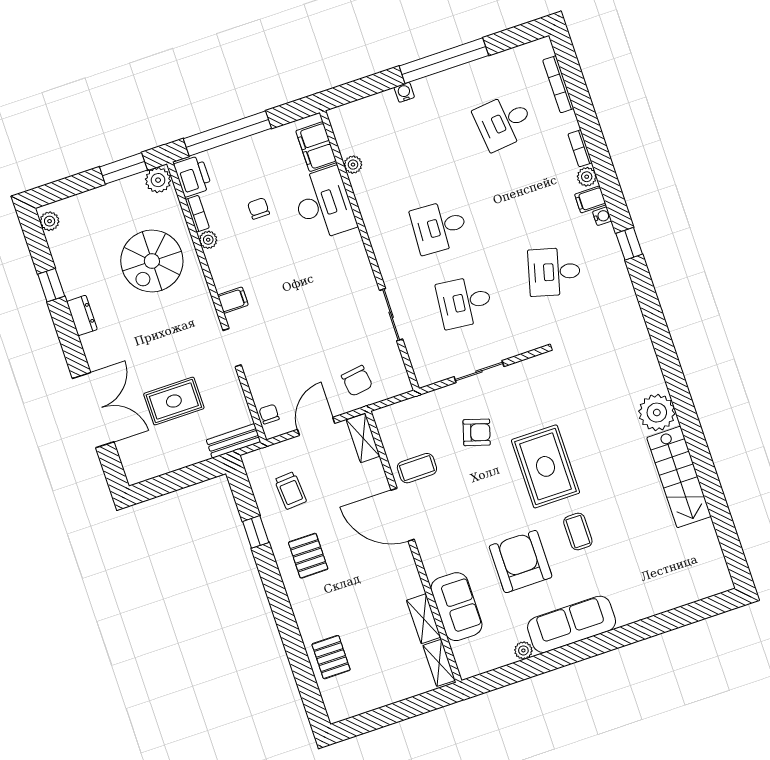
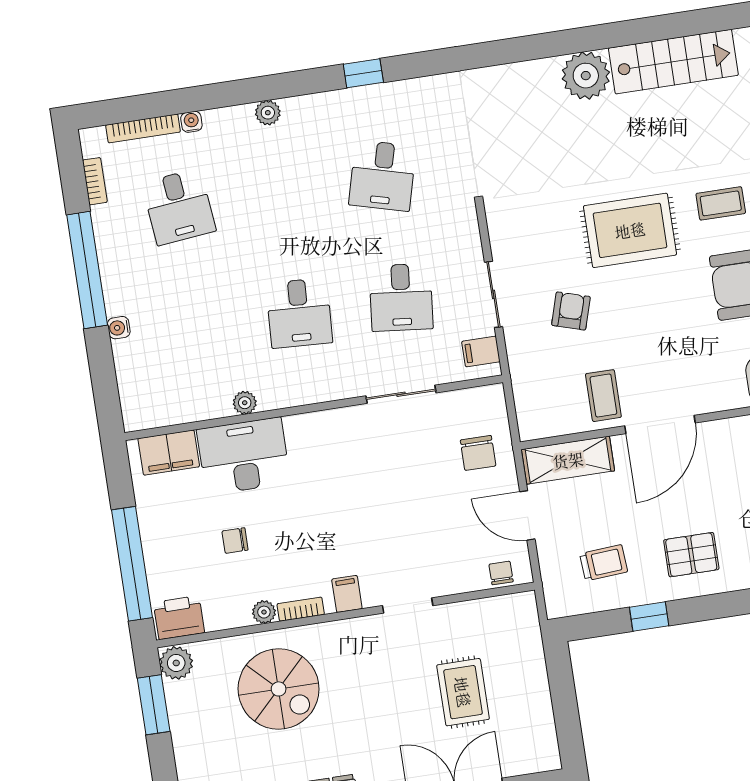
bookcase: (580, 148) -> (95, 181), moved, turned -90
plant: (353, 165) -> (245, 403), moved
filing cabinet: (590, 199) -> (481, 352), moved, turned 90
bookcase: (197, 214) -> (301, 609), moved
water cooler: (602, 216) -> (191, 122), moved
chair: (357, 381) -> (478, 453), turned 98
chair: (269, 414) -> (501, 573), turned 90
shelving: (363, 438) -> (568, 460), width x1.50, depth x1.33
bench: (234, 441) -> (527, 625), removed

